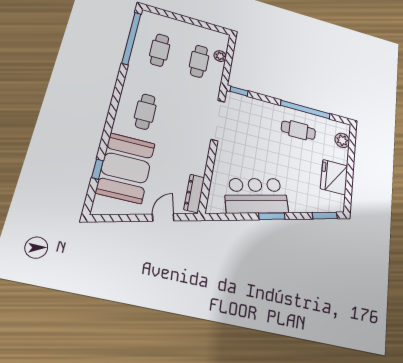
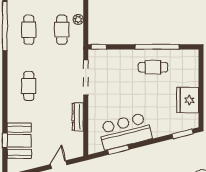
plant: (342, 140) -> (192, 66), removed
booth: (126, 168) -> (19, 141), width x0.73, depth x0.70
dresser: (194, 193) -> (78, 117), moved
window: (272, 216) -> (118, 150), moved

